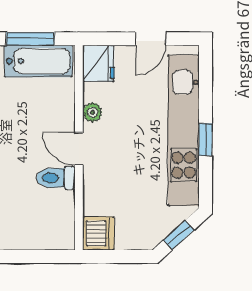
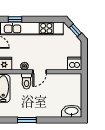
window: (206, 140) -> (15, 19), moved
toilet: (56, 178) -> (27, 81), moved

